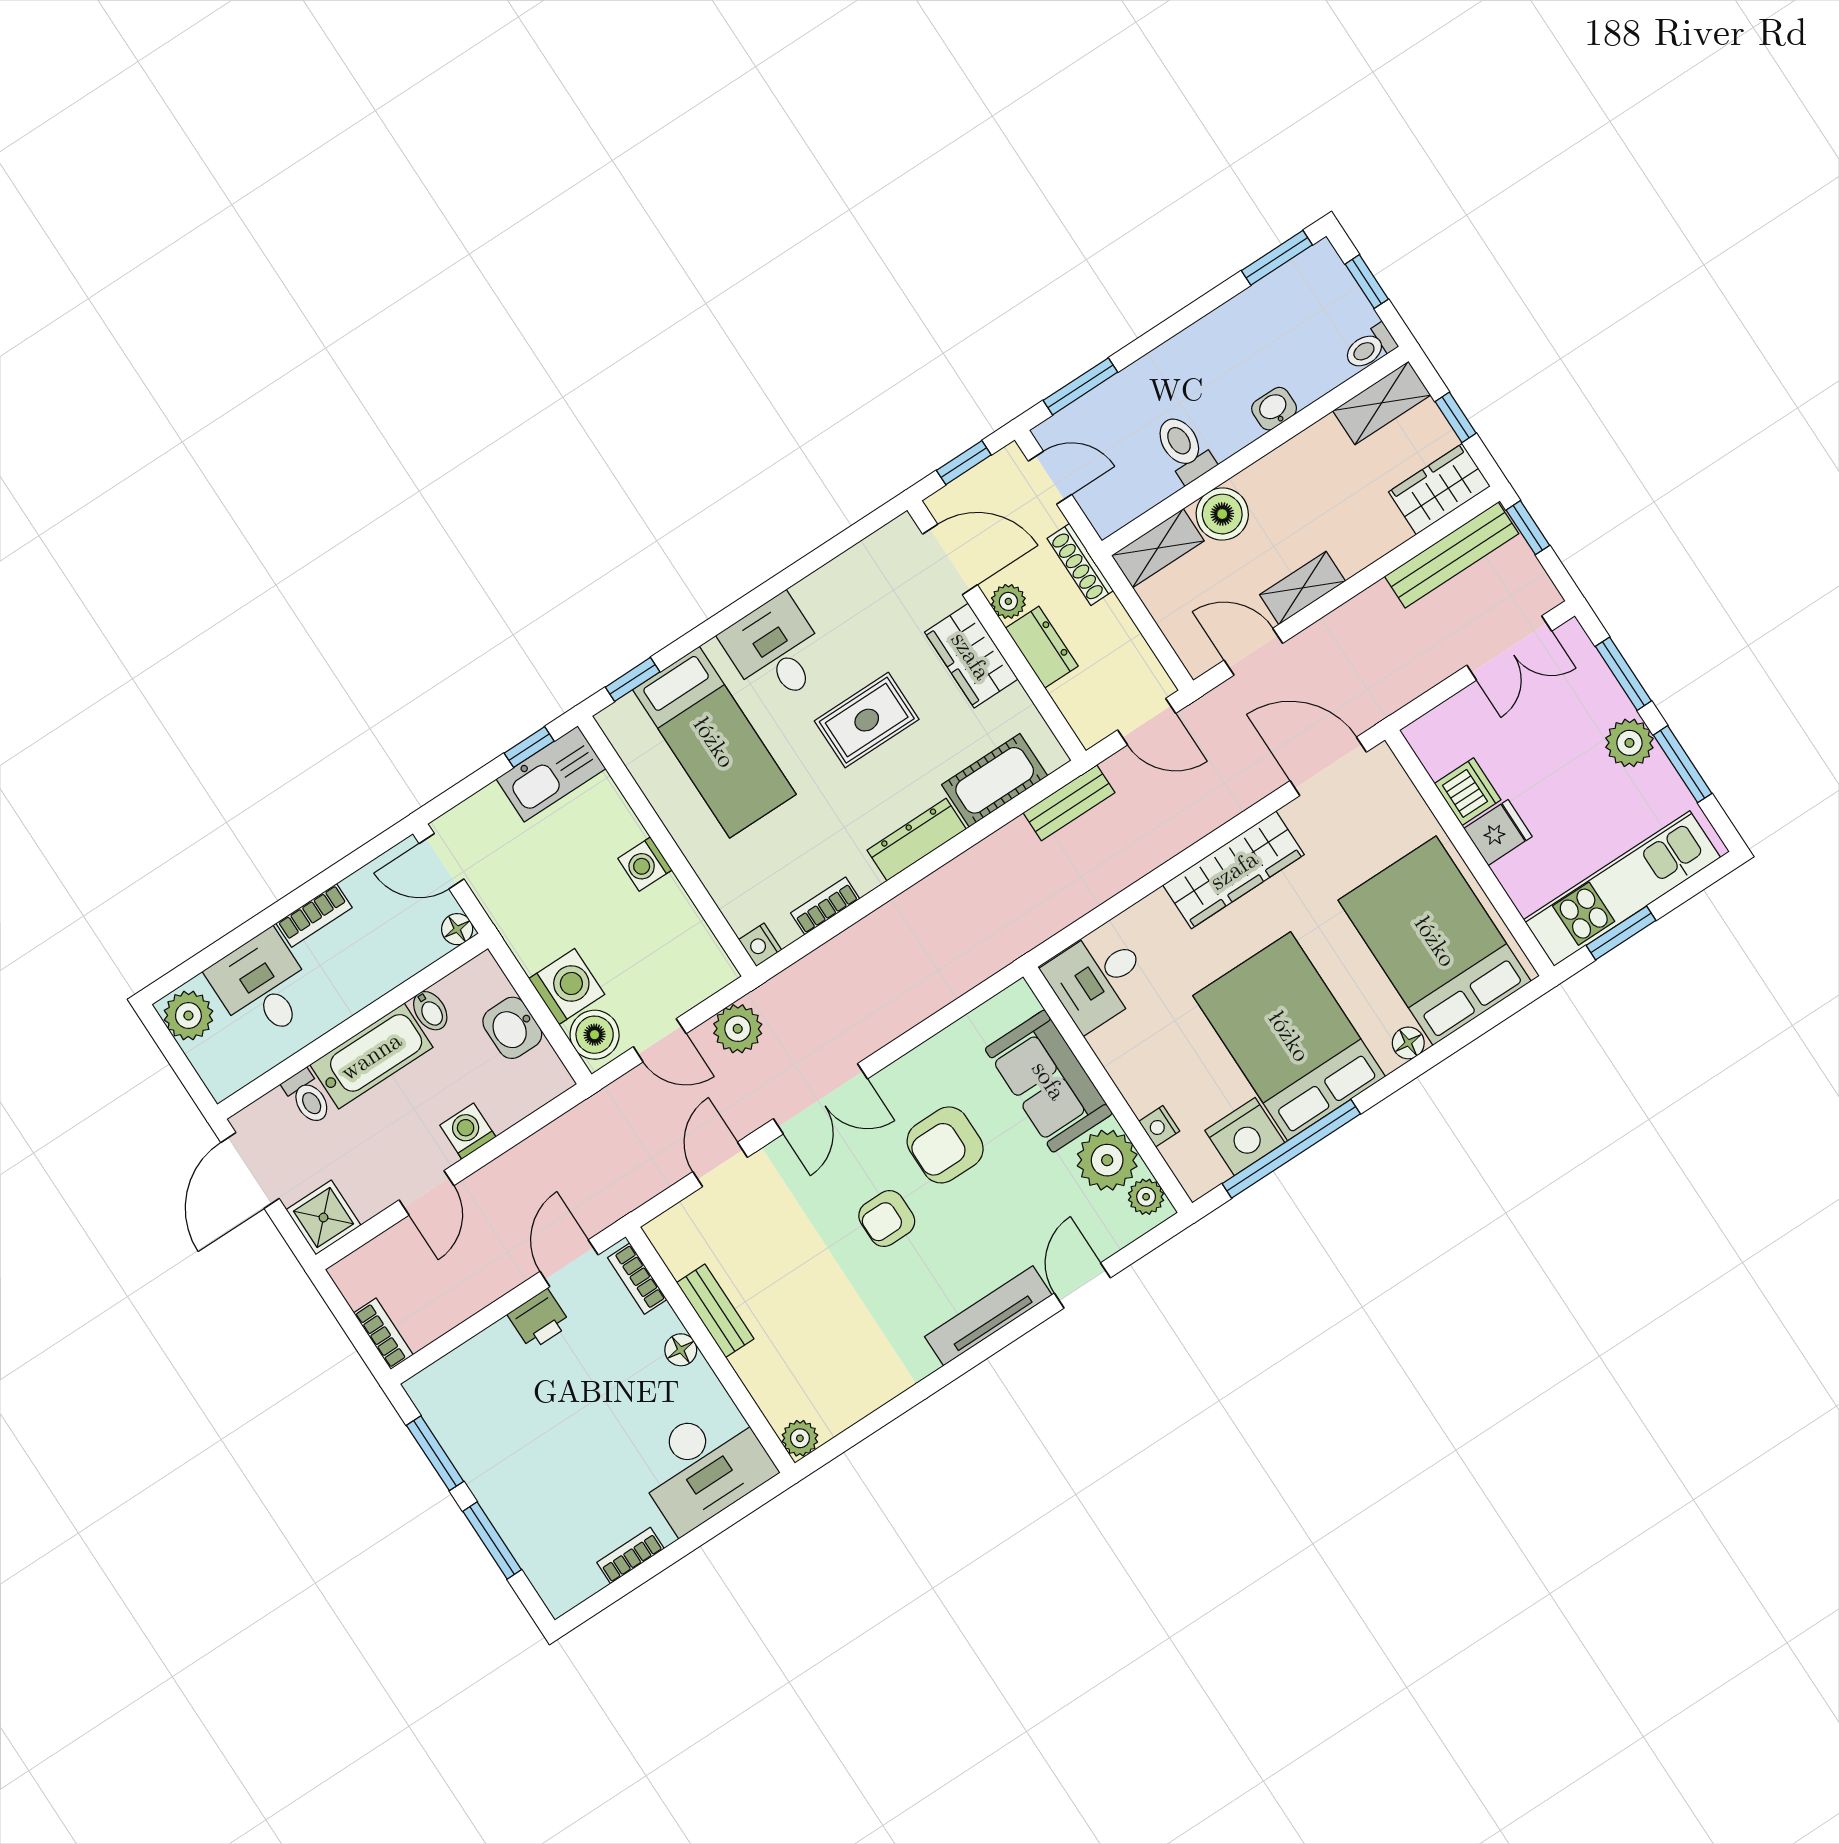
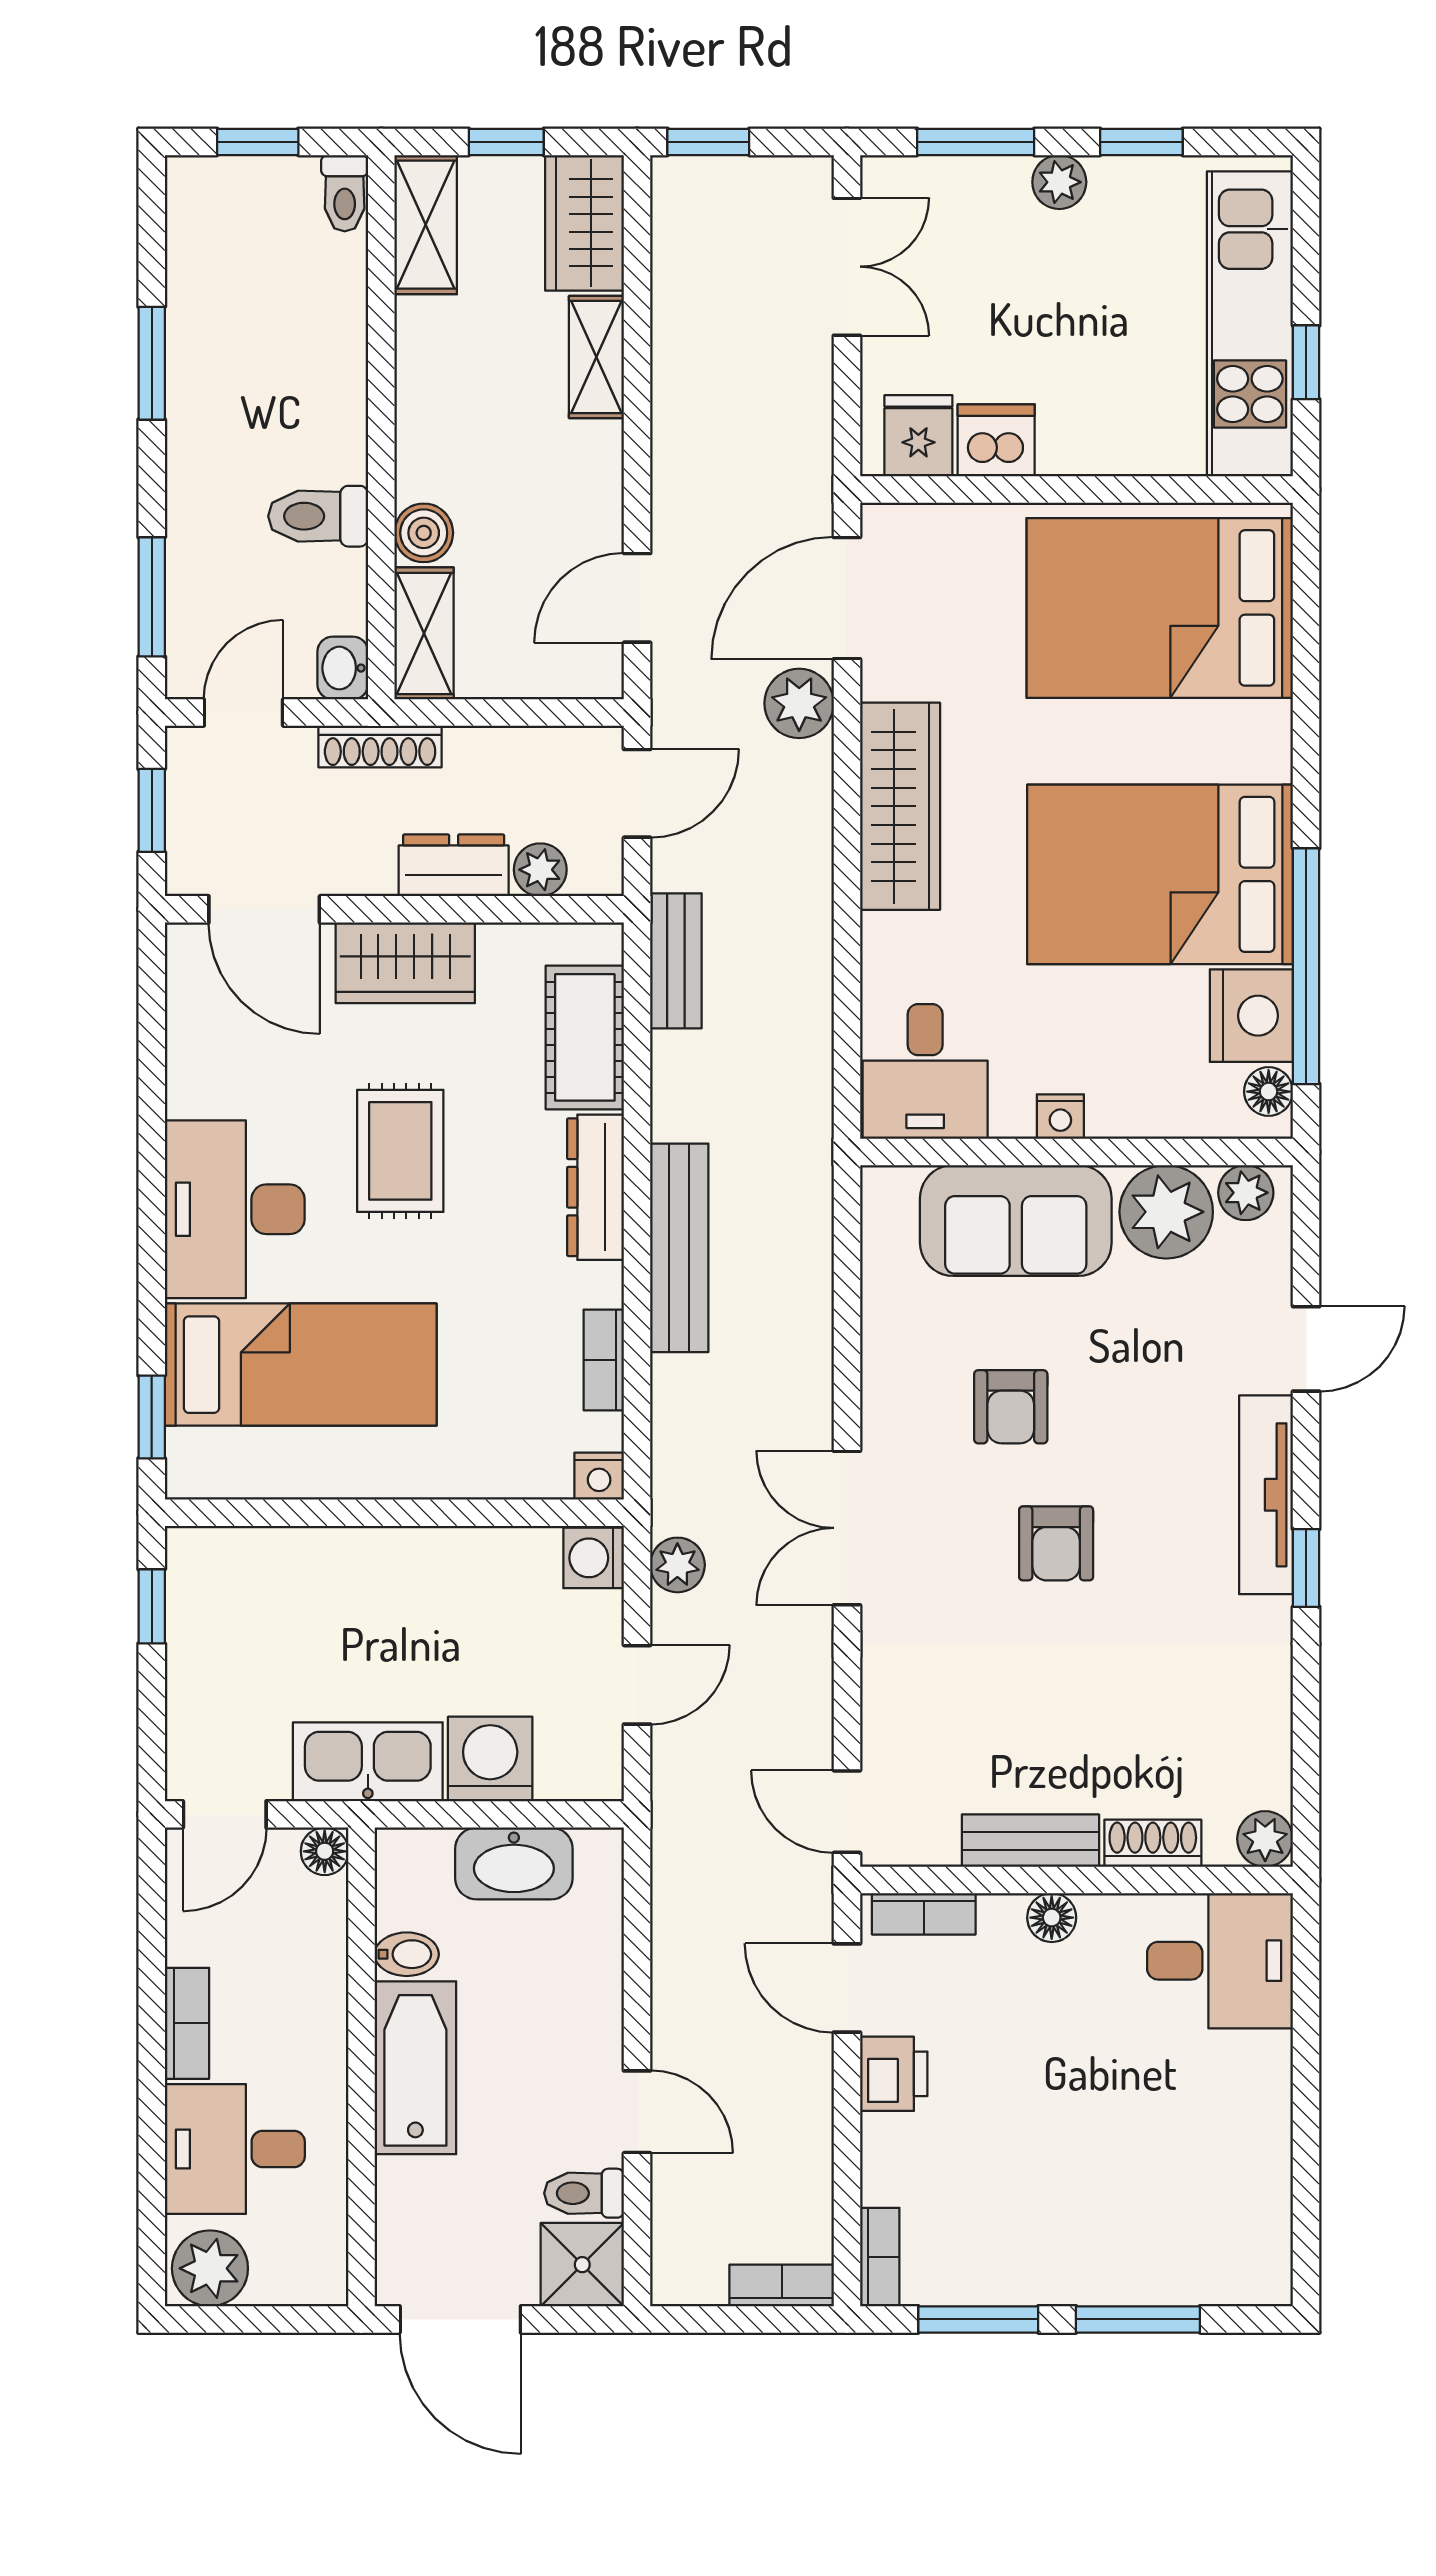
window: (1277, 258) -> (152, 363), moved
washbasin: (1274, 409) -> (343, 668), moved
boiler: (1222, 514) -> (424, 533), width x0.73, depth x0.73
bench: (1452, 555) -> (679, 1248), moved
door: (950, 559) -> (264, 909), swing flipped
shelving: (1302, 588) -> (596, 357), moved
plant: (1008, 601) -> (540, 870), moved
desk: (776, 650) -> (235, 1209), width x1.37
plant: (1629, 743) -> (1059, 182), width x0.73, depth x0.73
window: (1683, 764) -> (1141, 142), width x0.67
kitchen sink: (551, 774) -> (368, 1762), moved, turned -90
plant: (1254, 778) -> (799, 703), added
fridge: (1498, 832) -> (918, 436), moved
washing machine: (645, 864) -> (594, 1558), moved, turned 90
window: (1621, 933) -> (1306, 362), width x0.67
washbasin: (512, 1028) -> (514, 1863), width x1.38
plant: (738, 1029) -> (677, 1565), width x0.73, depth x0.73
boiler: (595, 1035) -> (575, 1764), removed
floor lamp: (1408, 1043) -> (1269, 1092), moved
toilet: (308, 1097) -> (584, 2193), moved, turned 180
double door: (820, 1099) -> (847, 1528), swing flipped
nightstand: (1159, 1126) -> (1060, 1117), moved
washing machine: (468, 1131) -> (593, 2007), removed
armchair: (945, 1145) -> (1011, 1407), width x0.72, depth x0.72
door: (720, 1164) -> (847, 1812), moved
door: (1082, 1285) -> (1306, 1349), swing flipped
window: (963, 1364) -> (1306, 1568), added
shoe rack: (758, 1379) -> (1153, 1843), added
desk: (704, 1466) -> (1220, 1961), width x0.73
bookcase: (630, 1556) -> (880, 2257), moved, turned 180

